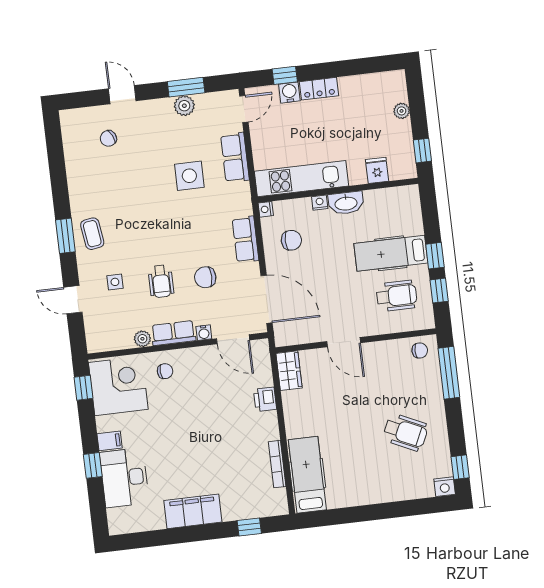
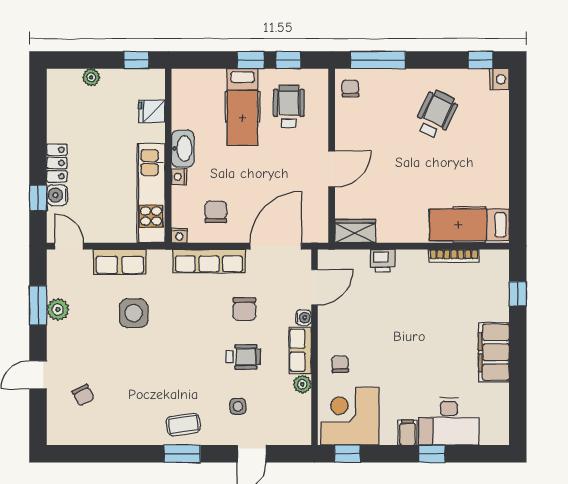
row of seats: (245, 239) -> (209, 261), width x1.48

